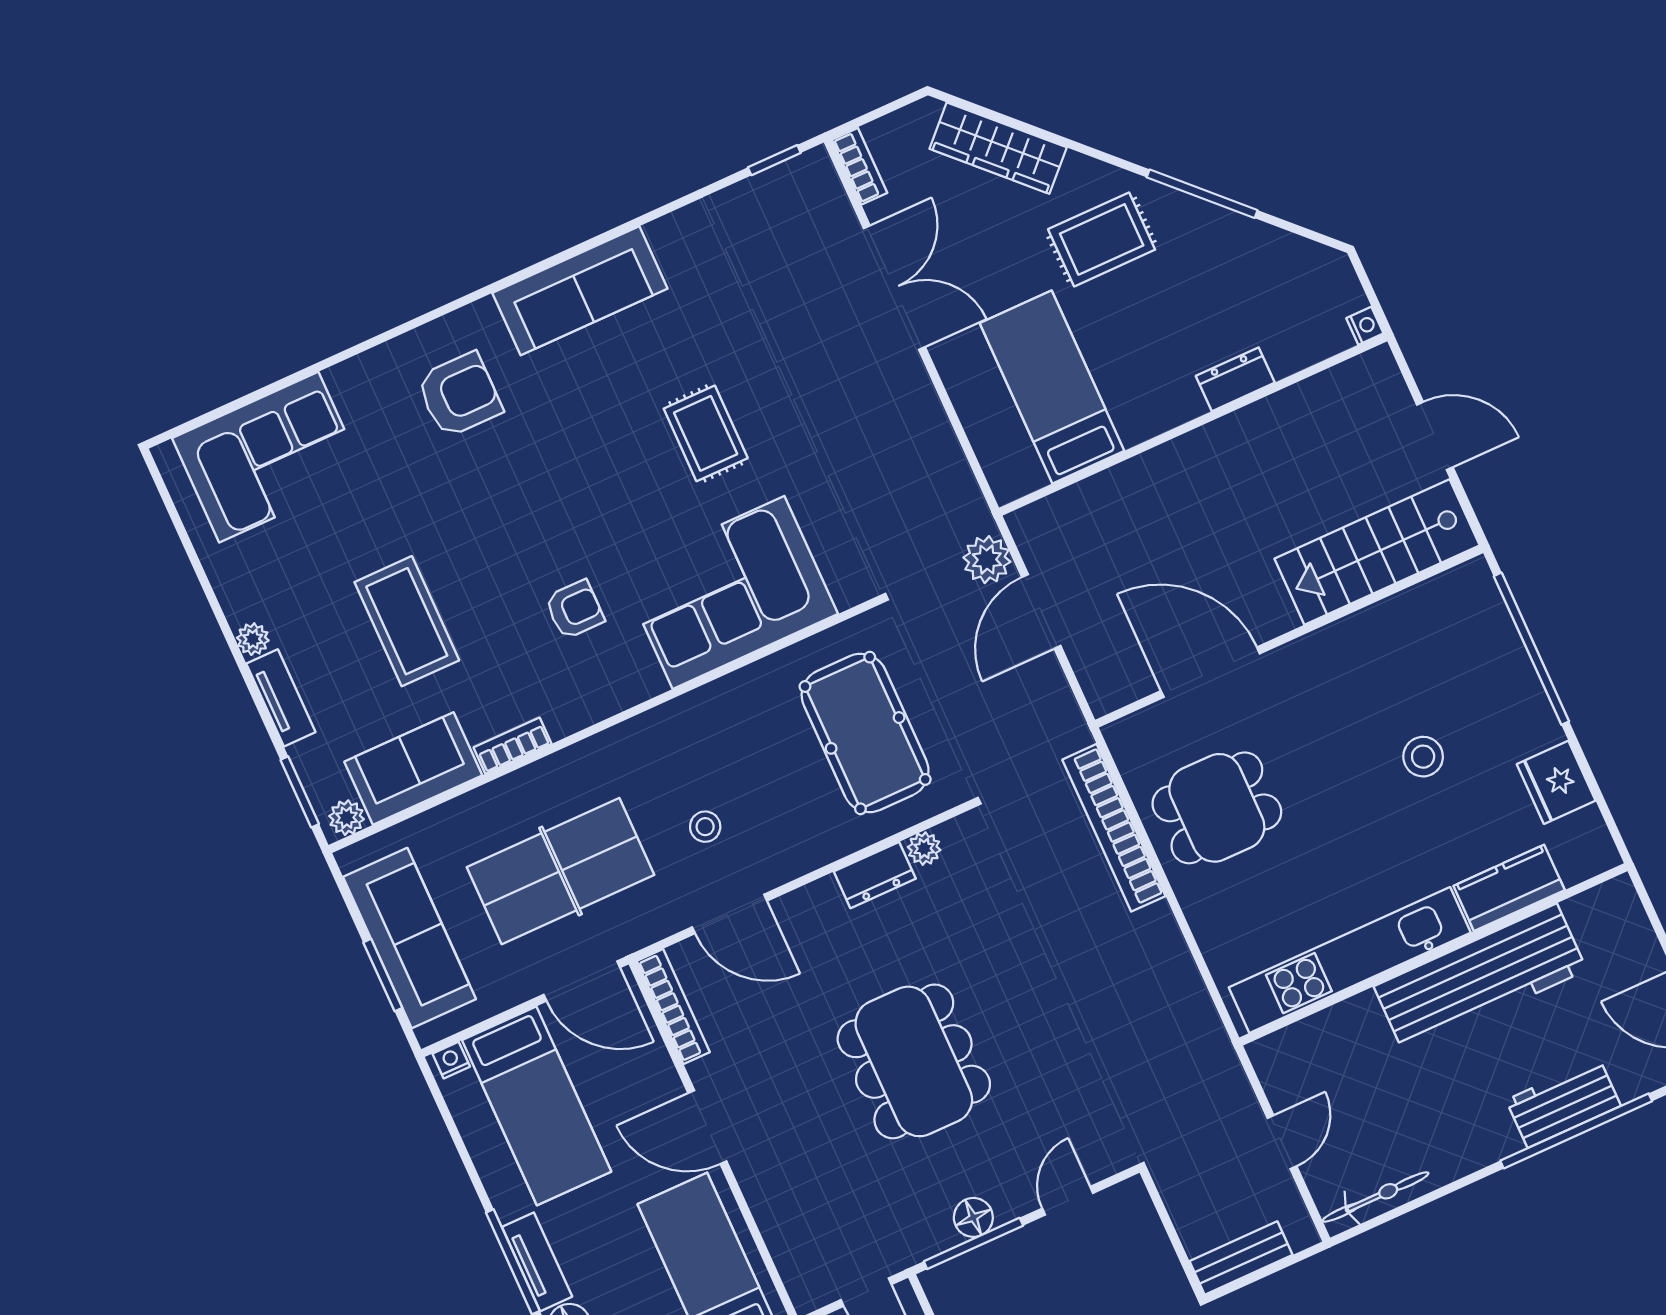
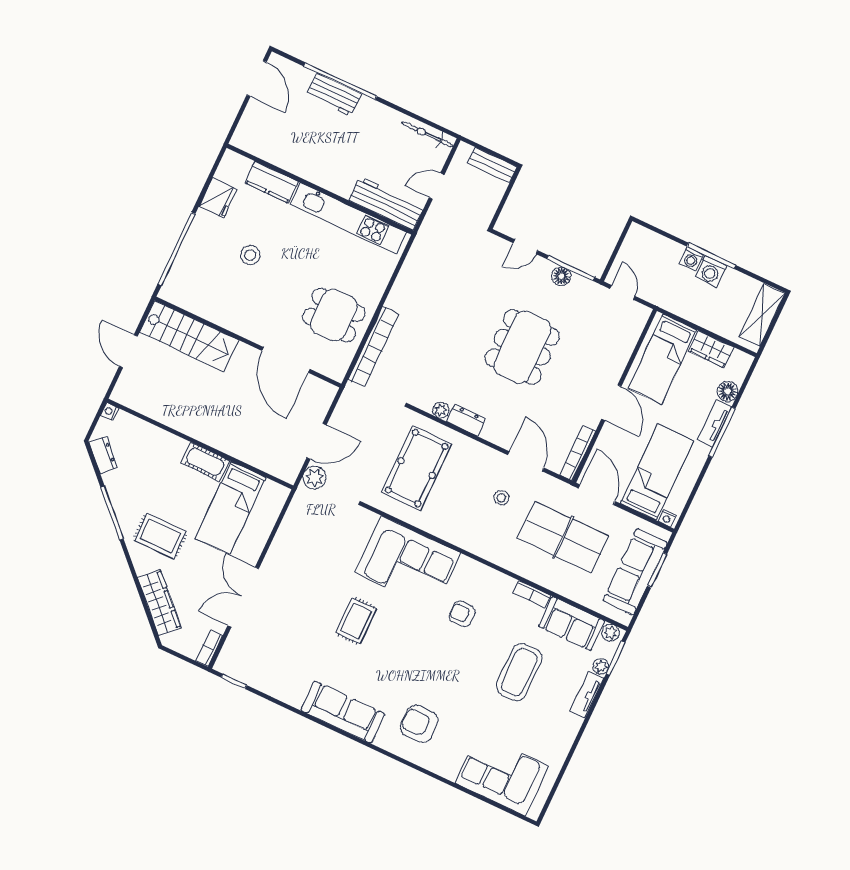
dresser: (1235, 379) -> (103, 455), moved, turned -135
cot: (1158, 409) -> (205, 462), added
plant: (253, 639) -> (601, 666), moved
workbench: (1480, 978) -> (387, 203), moved, width x0.73, depth x0.76

